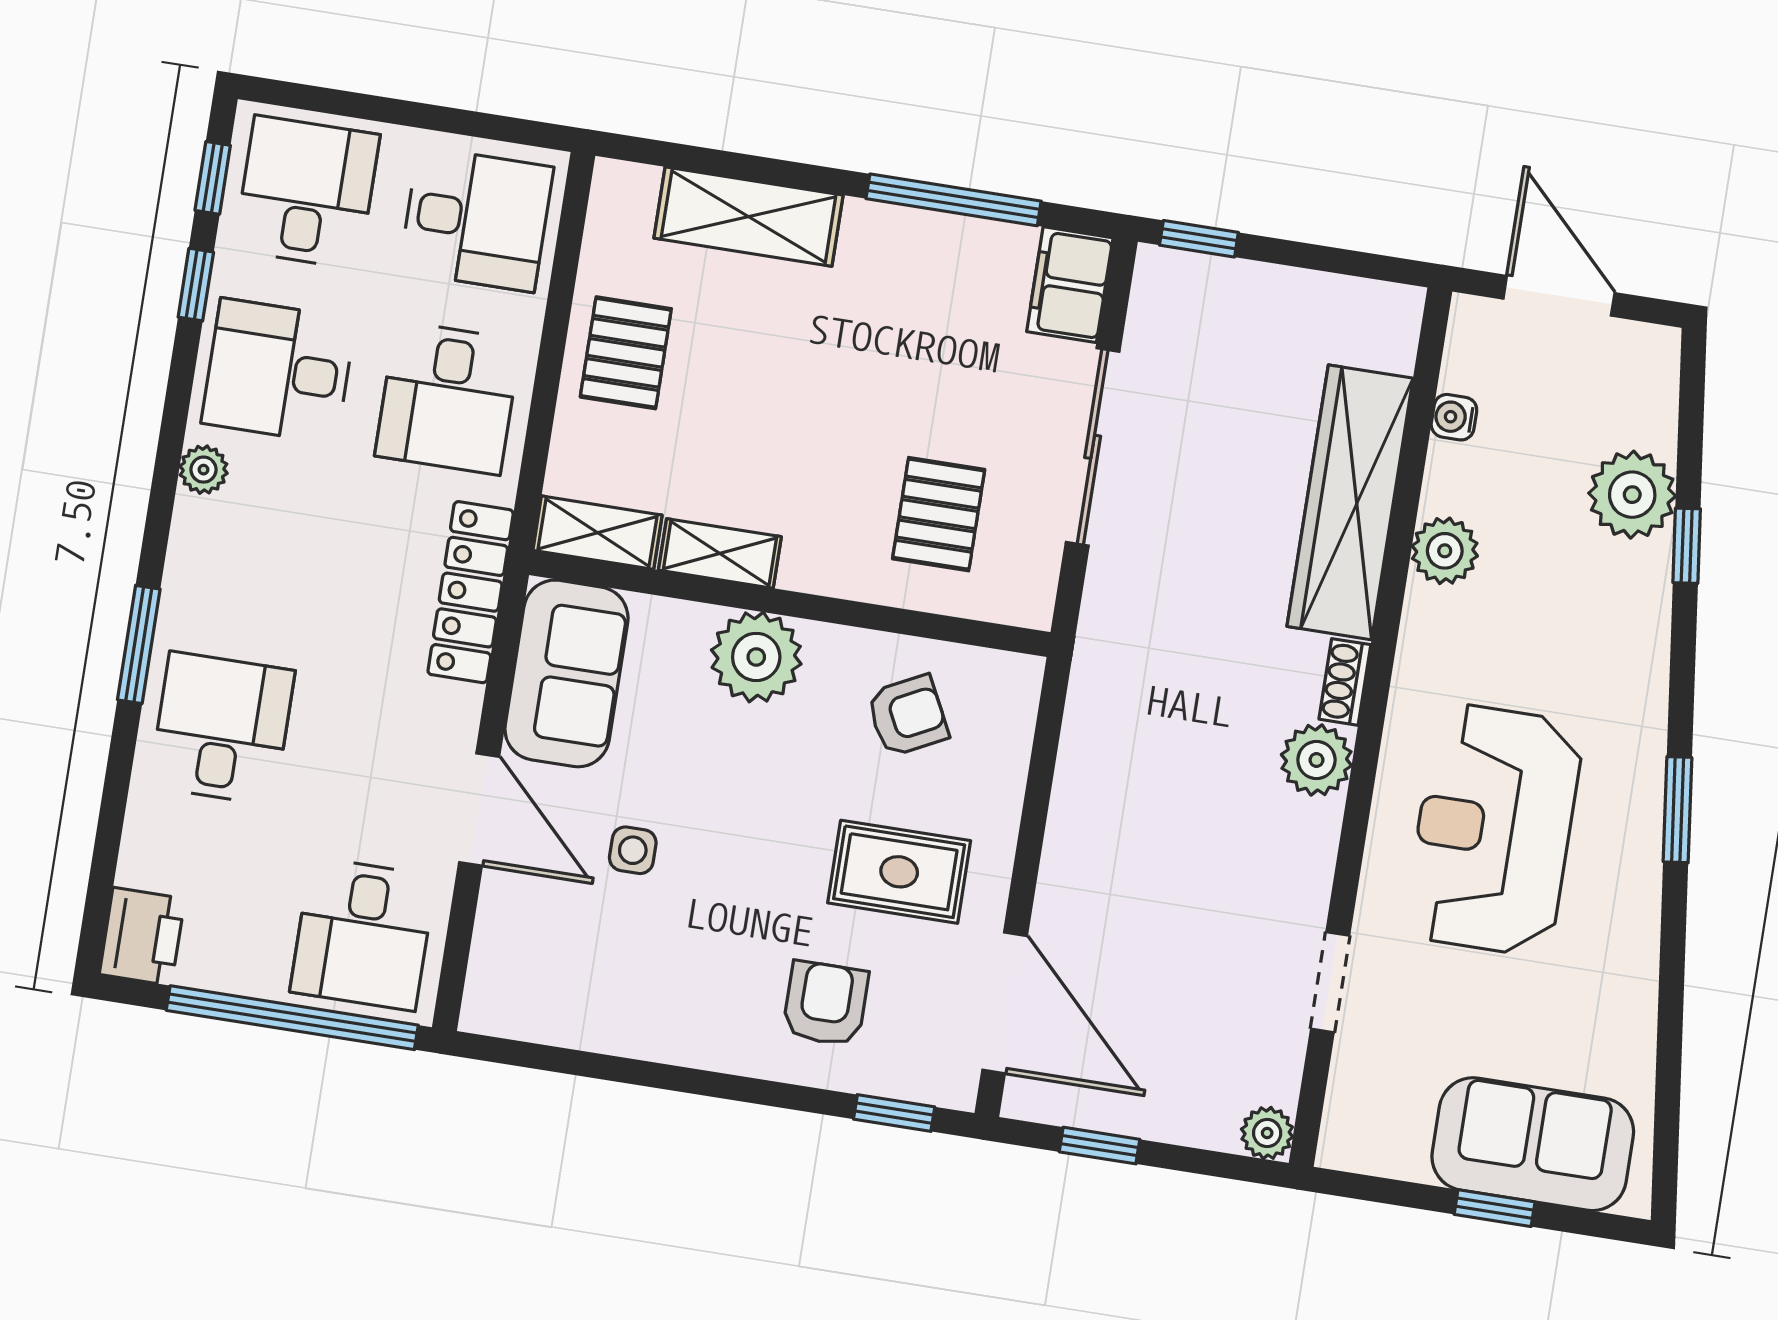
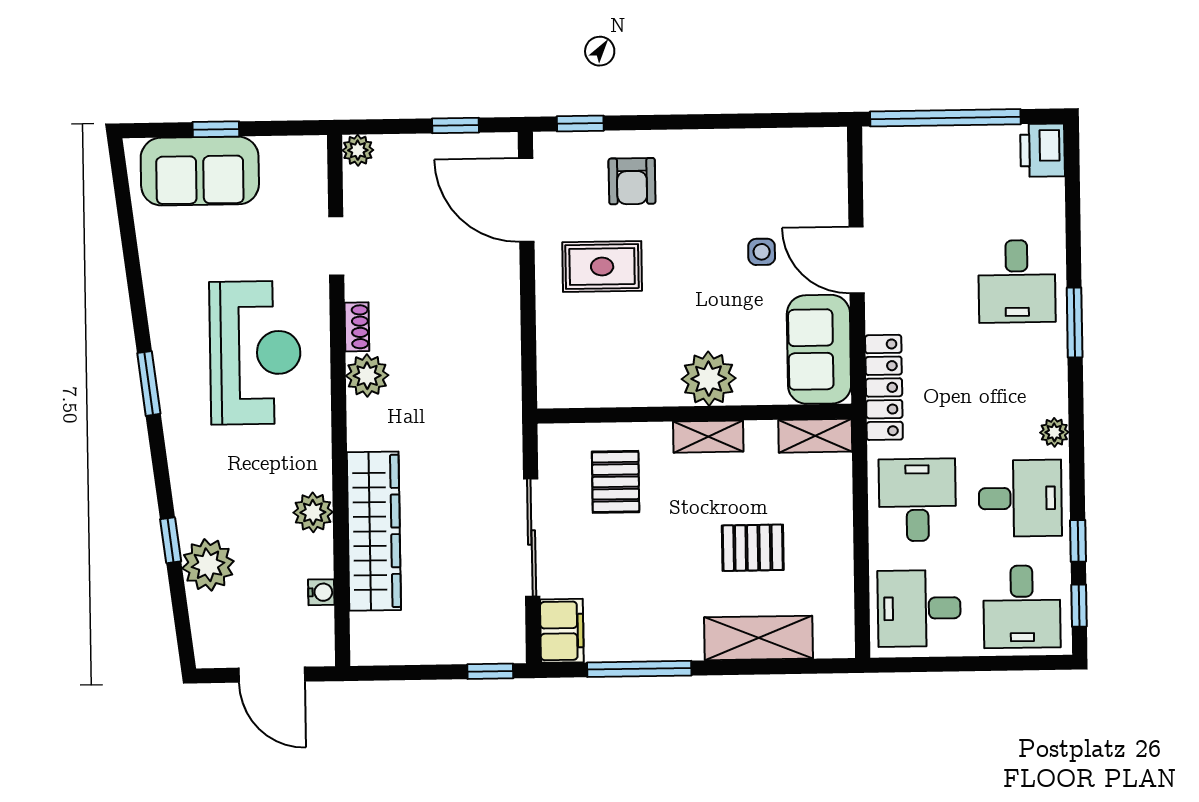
pallet: (626, 353) -> (753, 548), moved, turned 90
shelving: (720, 553) -> (708, 437), moved
shoe rack: (1345, 682) -> (357, 327), moved
armchair: (908, 716) -> (613, 360), removed
desk: (363, 934) -> (912, 175), removed

